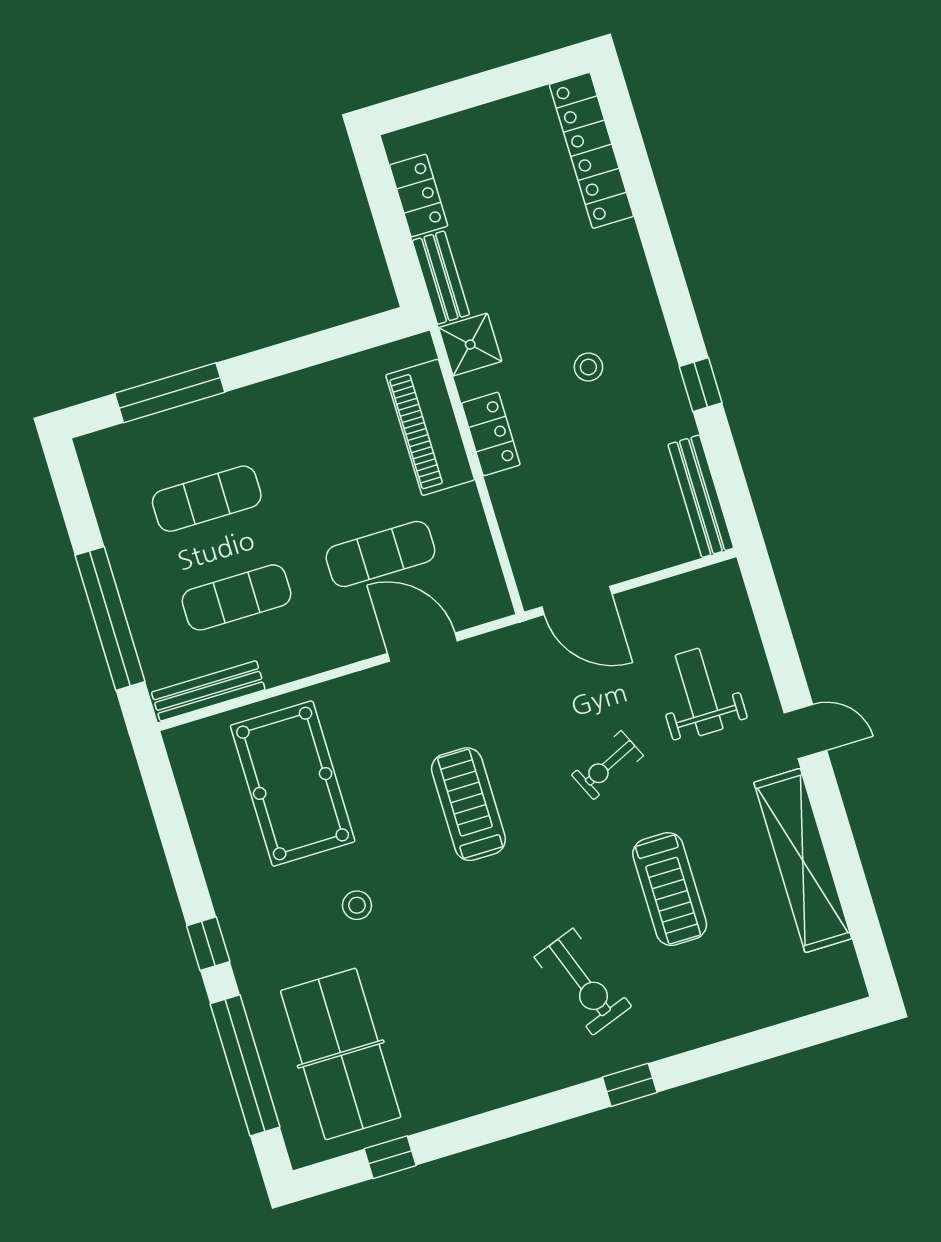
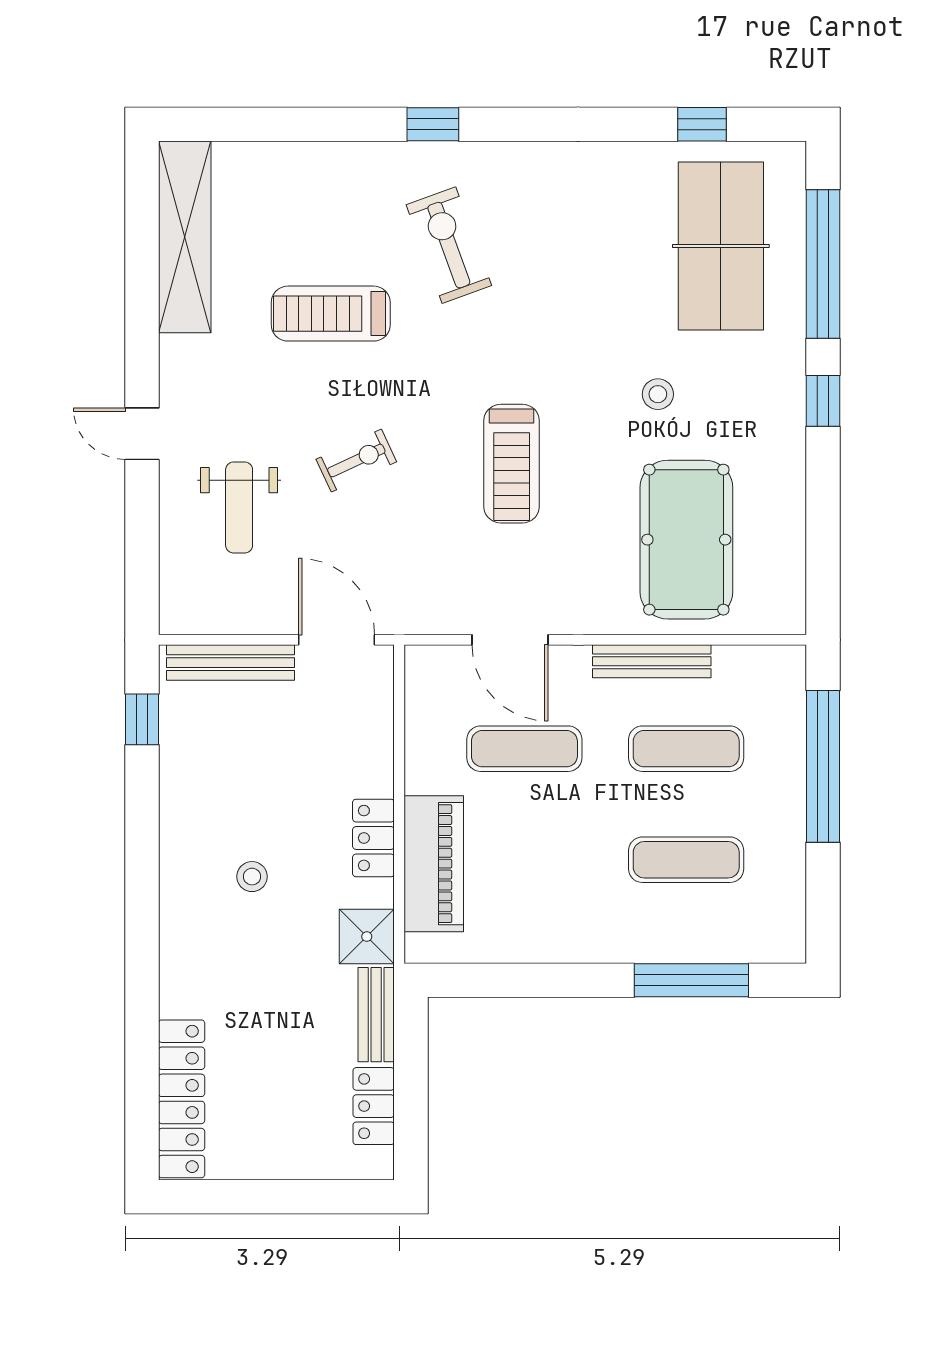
window: (701, 385) -> (142, 719), moved
bench: (701, 496) -> (231, 663), moved, turned 90
bench: (208, 691) -> (652, 661), moved
shelving: (803, 860) -> (185, 237), moved
treadmill: (670, 889) -> (331, 314), turned -90

